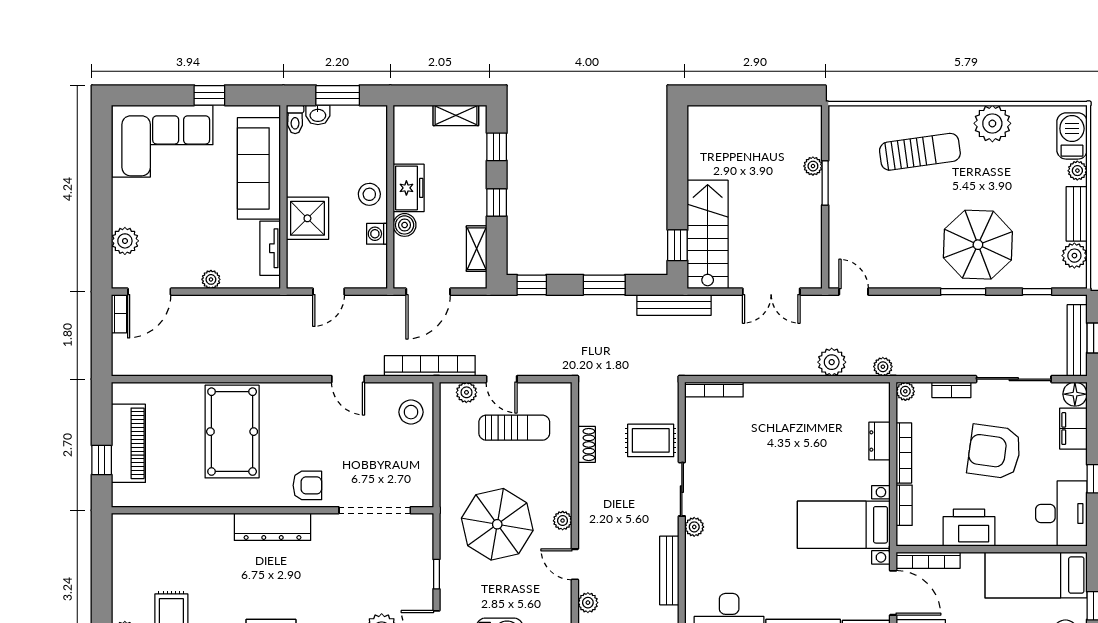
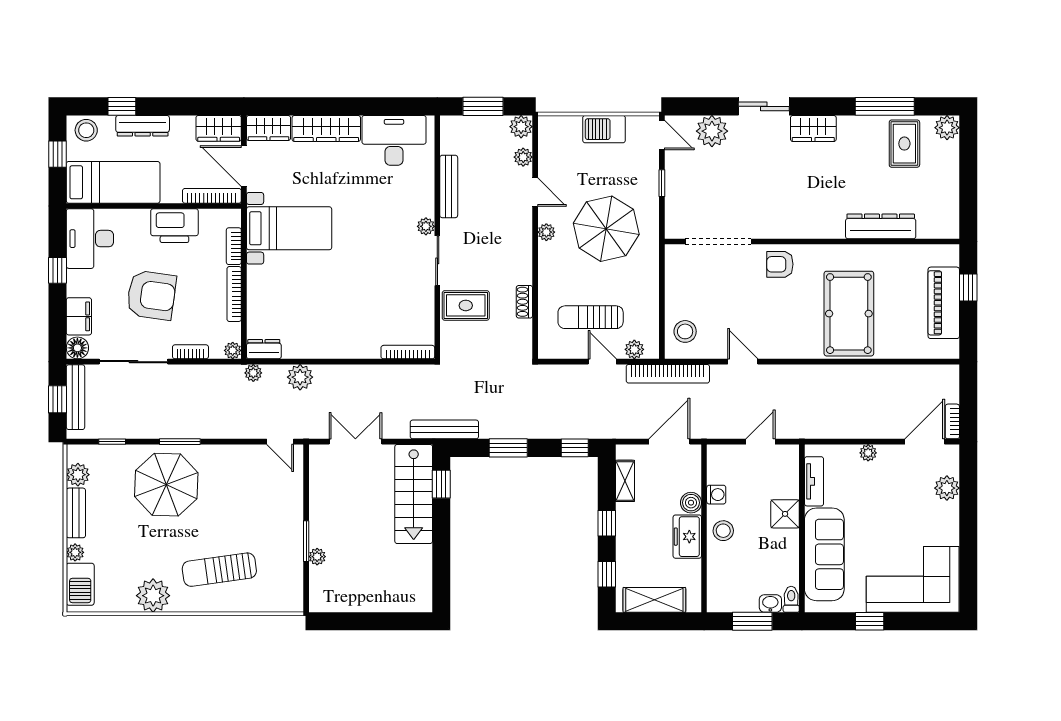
shelving: (456, 115) -> (654, 600), width x1.50, depth x1.33
shower: (307, 218) -> (785, 514), width x0.73, depth x0.73
dresser: (880, 441) -> (264, 349), moved, turned -90
dresser: (273, 527) -> (881, 226), moved

